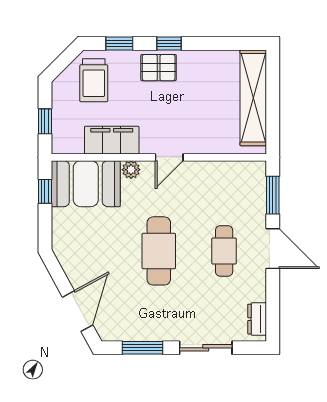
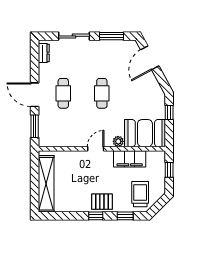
window: (45, 191) -> (169, 113), moved
cafe table: (159, 251) -> (102, 93), width x0.73, depth x0.74

